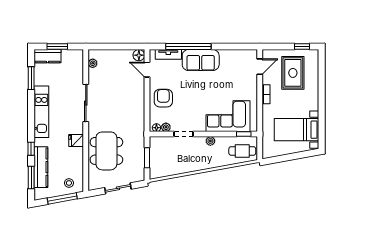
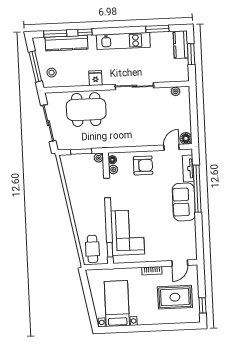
door: (260, 67) -> (180, 263), hinge flipped
plant: (210, 141) -> (99, 158), moved
sliding door: (118, 188) -> (48, 123), width x1.37

